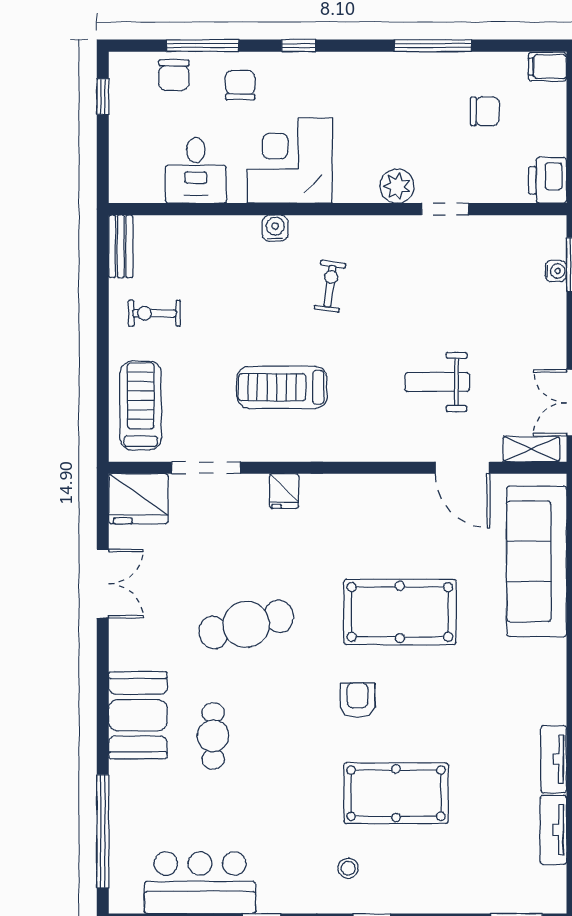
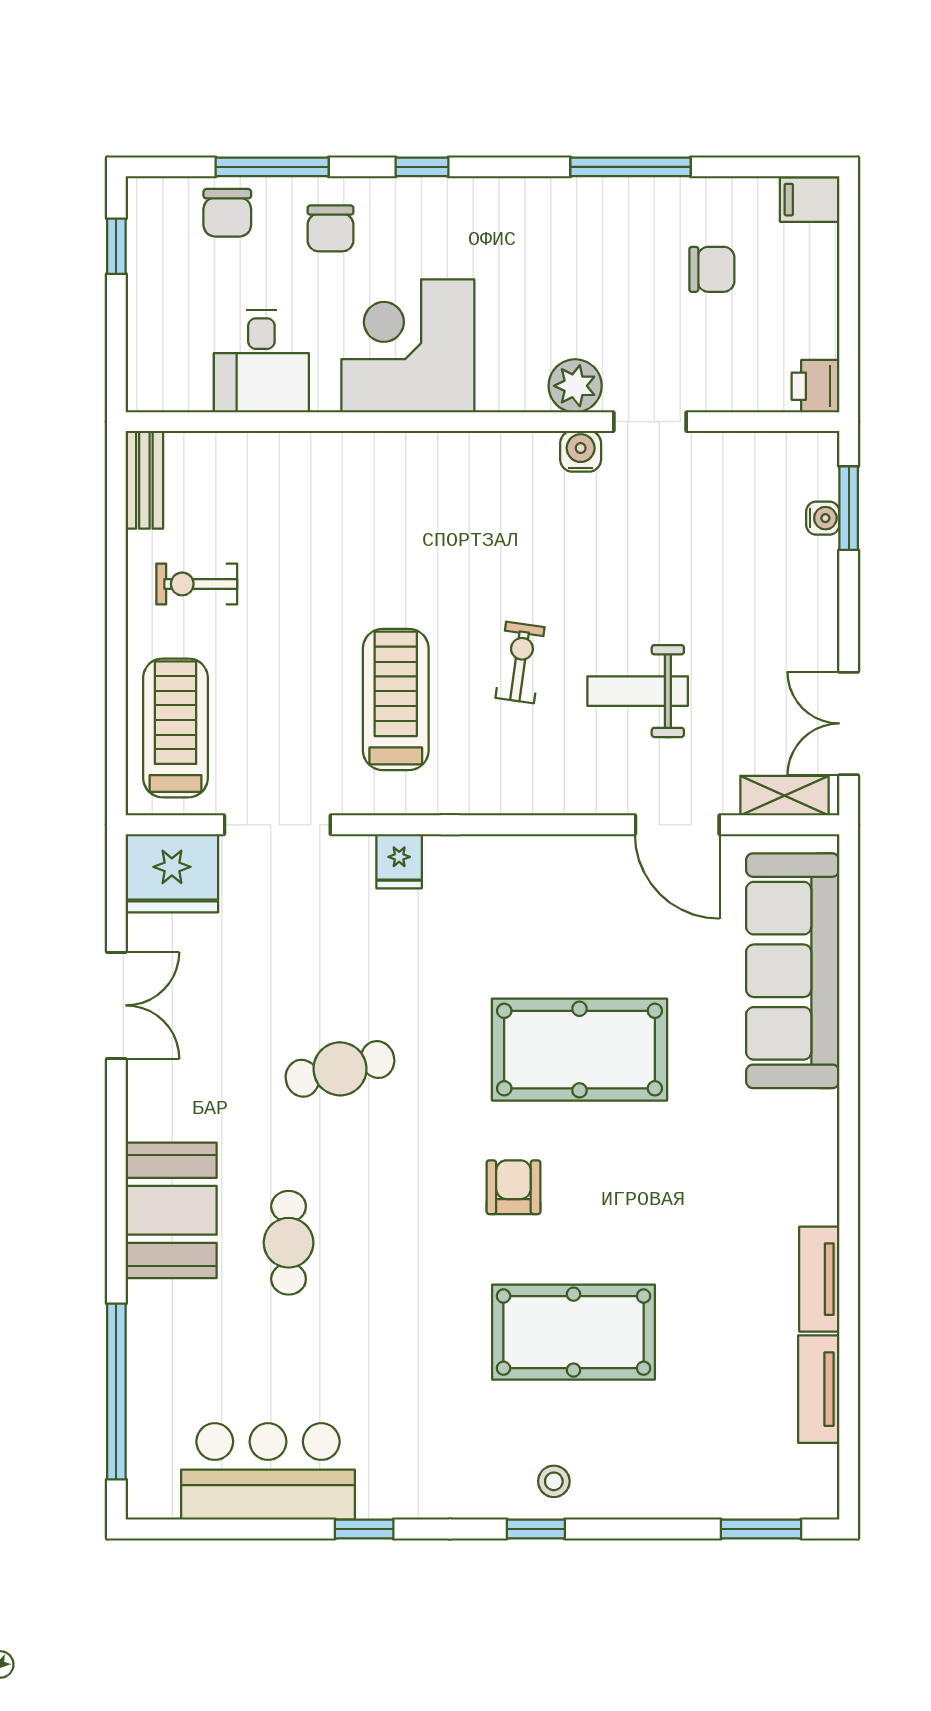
chair: (240, 85) -> (331, 228), turned 180
printer: (548, 180) -> (815, 386), width x0.73, depth x0.81
water cooler: (275, 228) -> (581, 451), moved
exercise bike: (330, 286) -> (520, 662), moved
treadmill: (282, 387) -> (396, 699), turned 90
cafe table: (246, 624) -> (340, 1069), width x0.73, depth x0.74
stool: (348, 868) -> (554, 1481), moved

